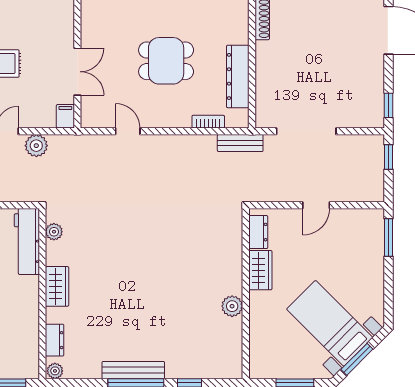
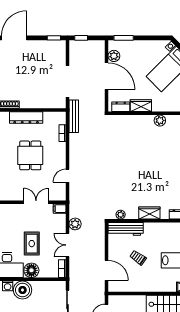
dresser: (238, 76) -> (26, 118), moved
bench: (240, 143) -> (74, 116), width x1.36
door: (316, 205) -> (107, 76), width x1.87
plant: (354, 219) -> (114, 56), added

